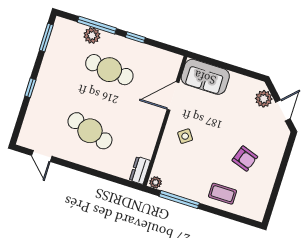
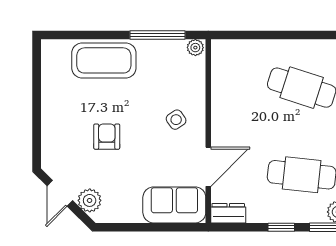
armchair: (245, 159) -> (107, 137), moved, turned 71
dresser: (140, 170) -> (228, 213), moved, turned -90
coffee table: (223, 194) -> (104, 60), width x1.86, depth x1.72

